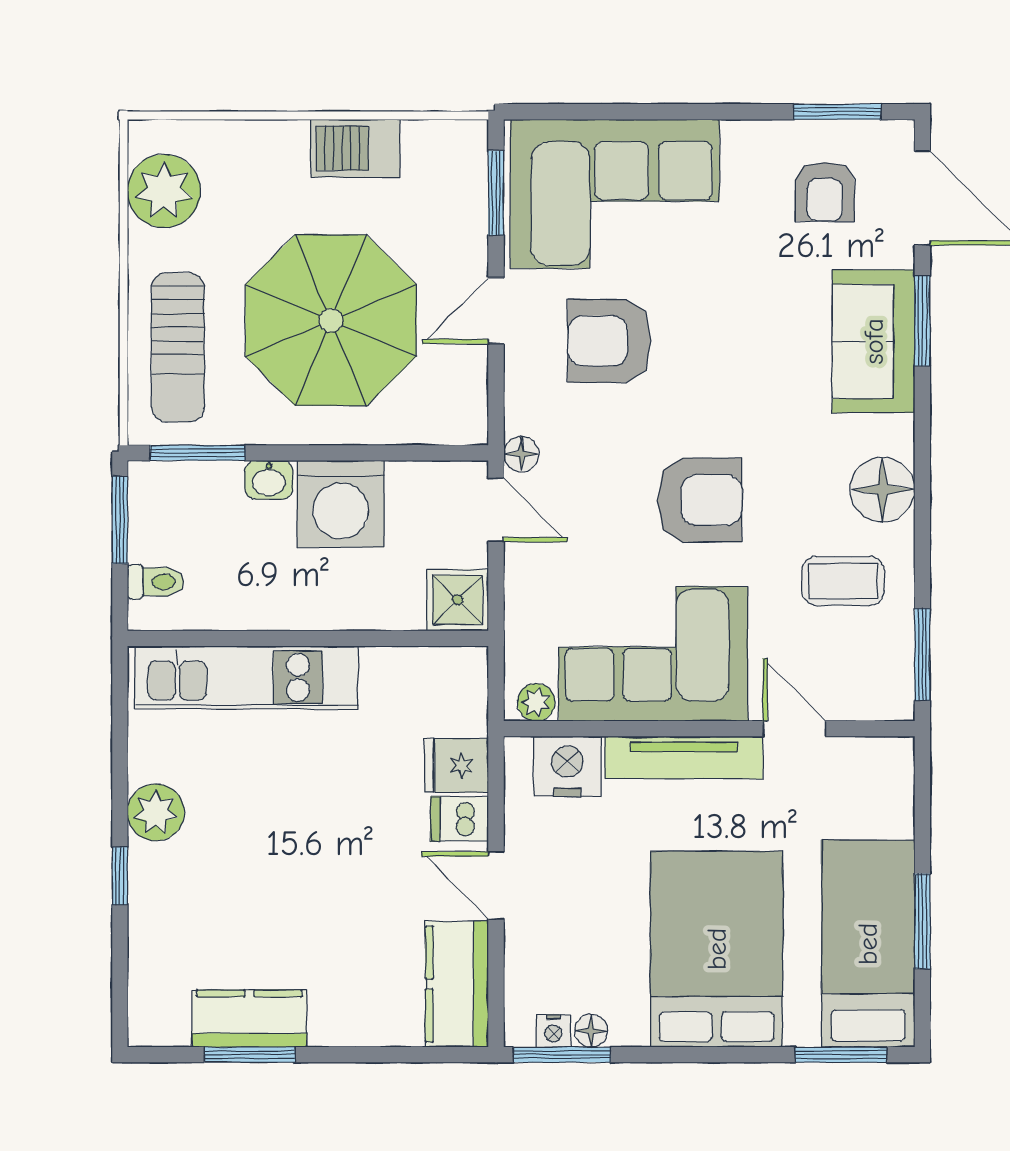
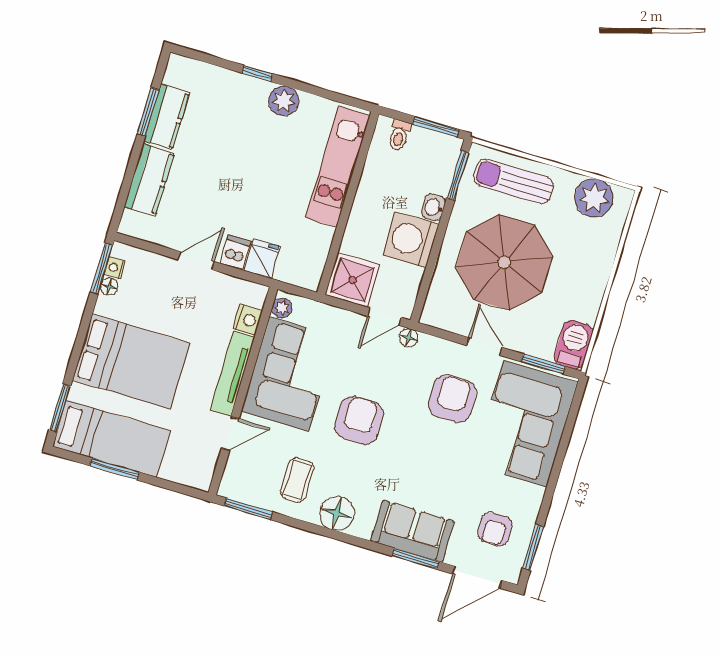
barbecue: (356, 148) -> (574, 345), moved
armchair: (825, 192) -> (495, 529), turned -90
armchair: (700, 500) -> (359, 420), turned 180
shower: (458, 600) -> (352, 280), width x1.36, depth x1.36
nightstand: (567, 766) -> (248, 320), width x0.74, depth x0.75
kitchen counter: (457, 984) -> (149, 180), moved, turned 90

